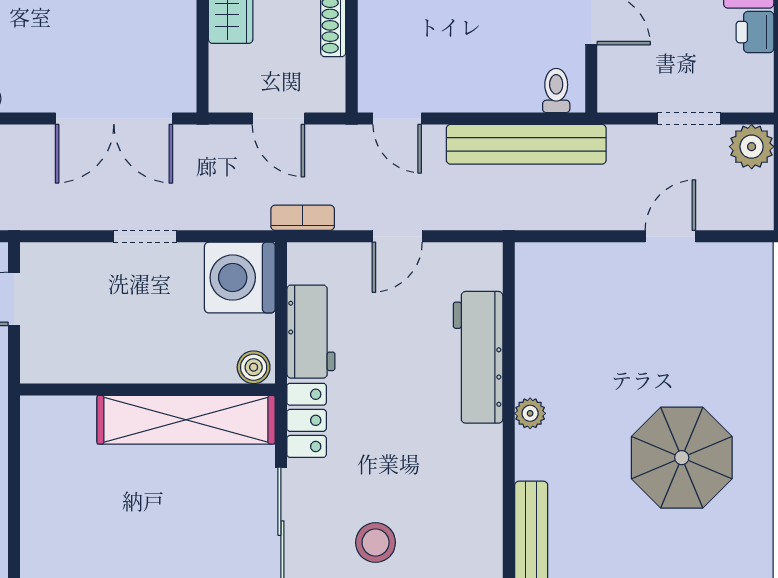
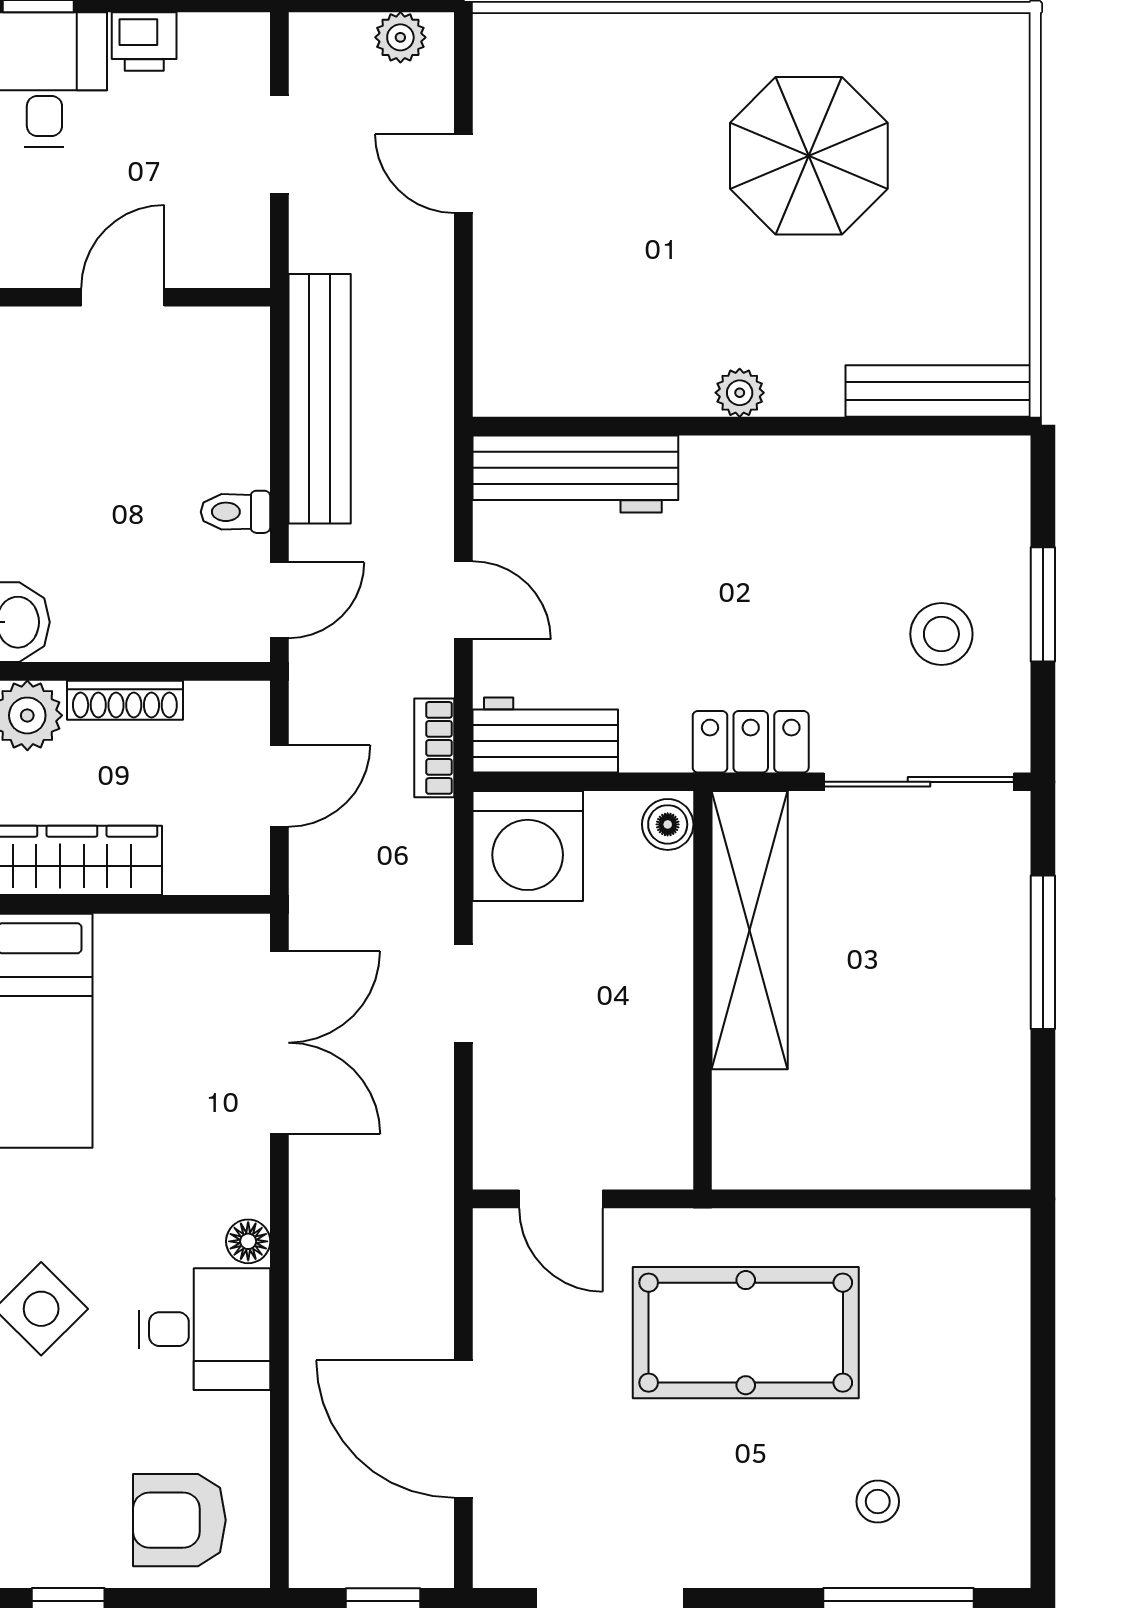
toilet: (556, 91) -> (236, 512), moved
plant: (752, 147) -> (400, 37), moved, width x0.73, depth x0.73
workbench: (311, 332) -> (545, 735), moved
workbench: (478, 357) -> (575, 474), moved

